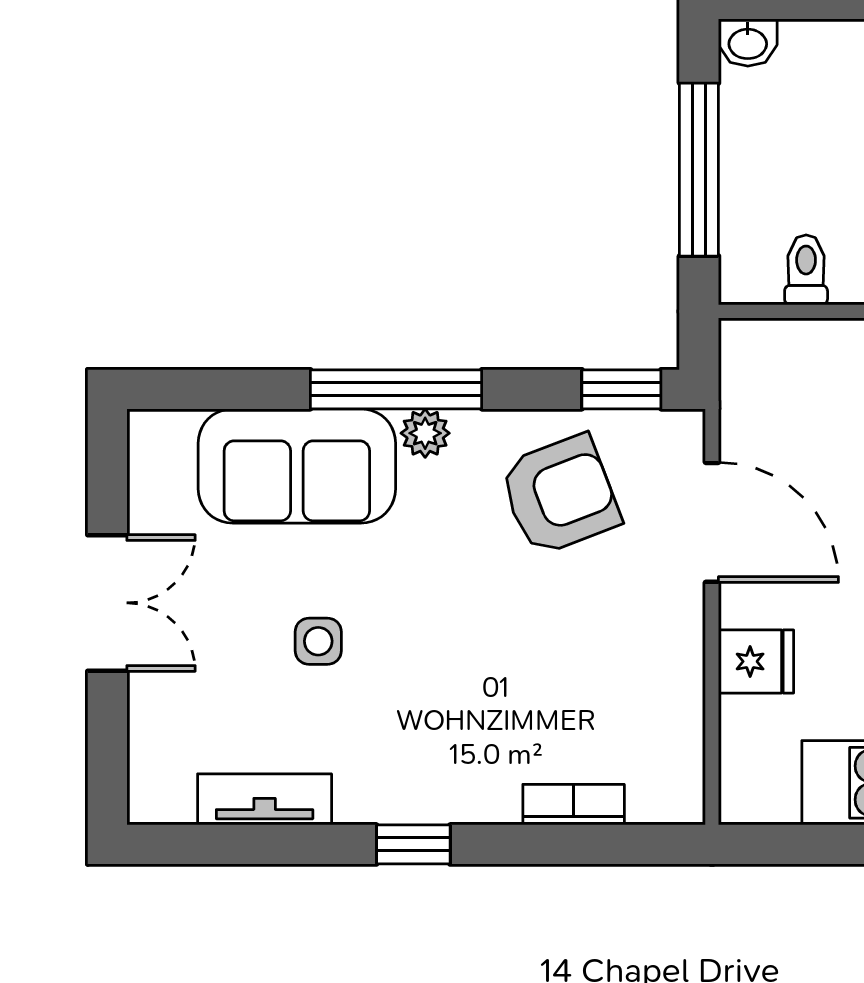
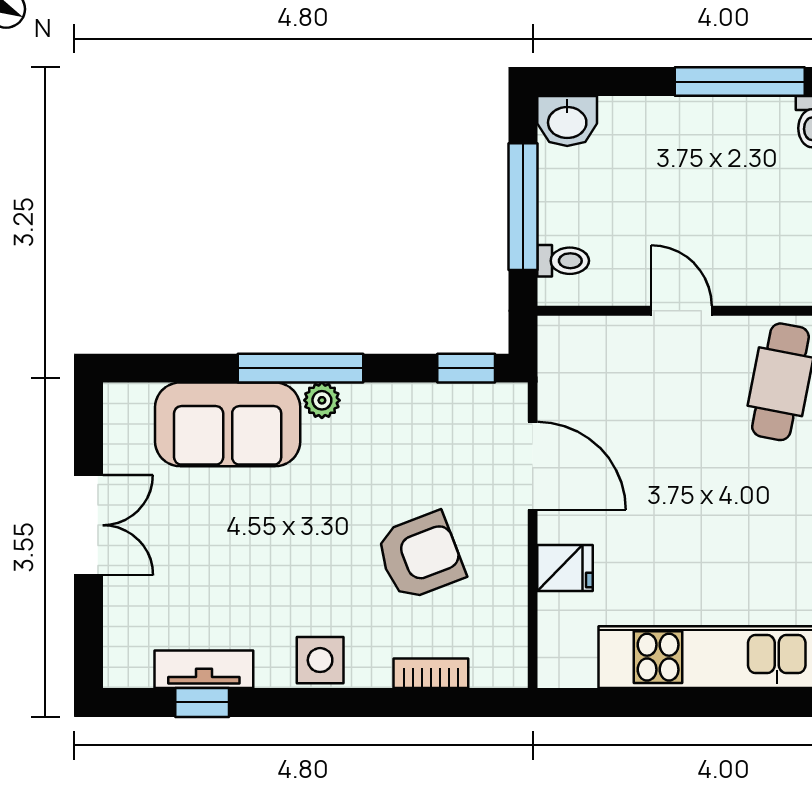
washbasin: (748, 43) -> (567, 121), width x1.38, depth x1.45
toilet: (806, 270) -> (563, 261), moved, turned 90
armchair: (560, 495) -> (420, 556), moved
side table: (318, 641) -> (320, 660), moved, width x1.37, depth x1.37
window: (413, 844) -> (202, 702), moved

